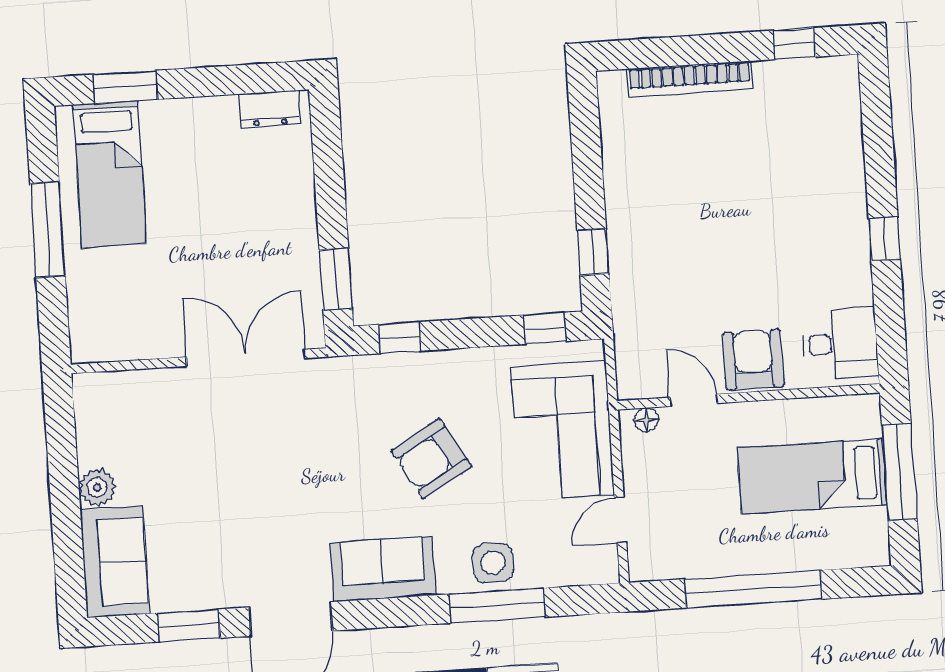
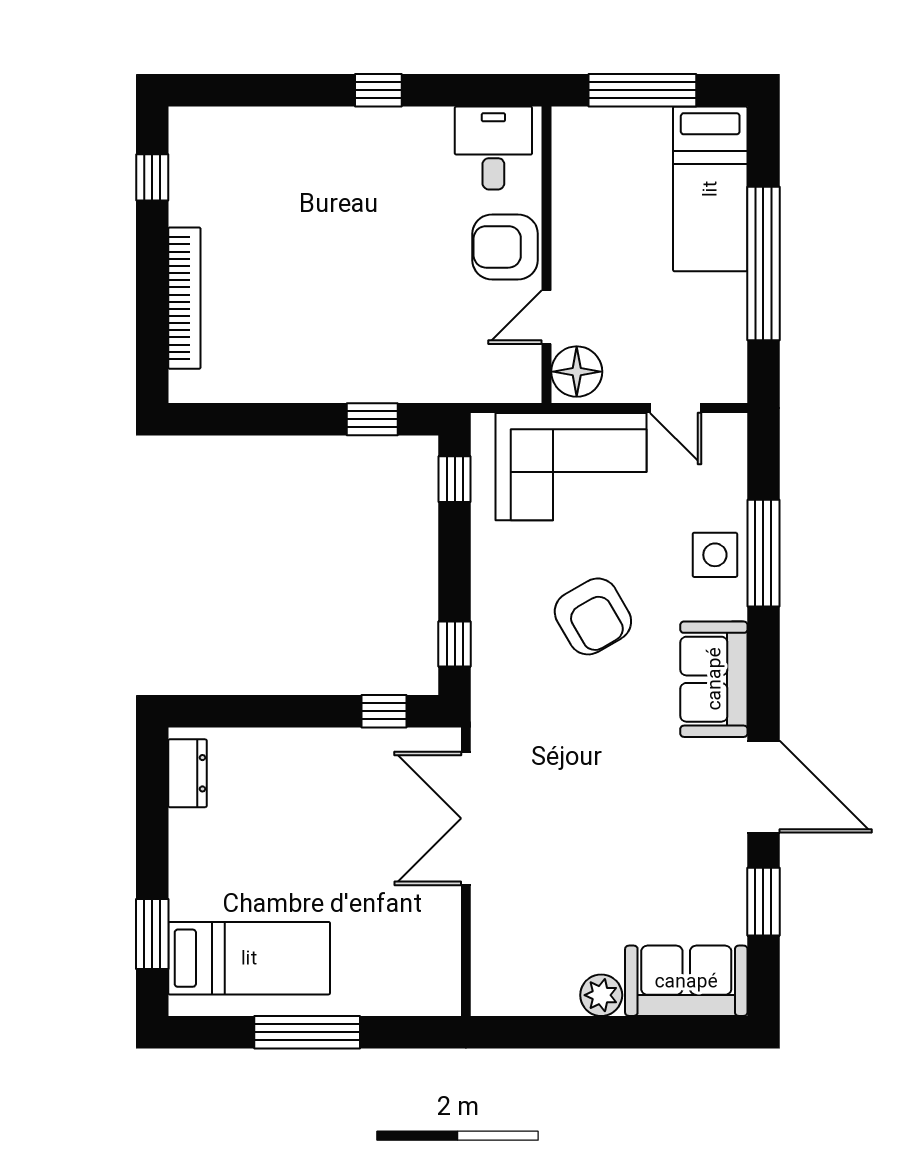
window: (336, 279) -> (384, 711), width x0.67
floor lamp: (646, 420) -> (577, 372), width x1.89, depth x1.89
bed: (812, 476) -> (710, 189), moved

